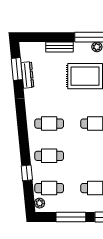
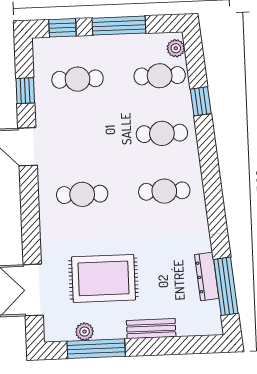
window: (17, 69) -> (226, 286), width x1.44

